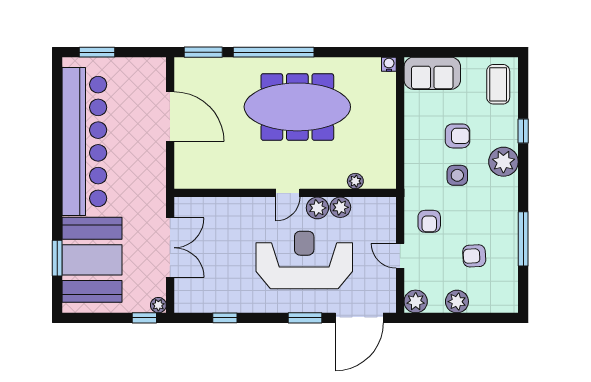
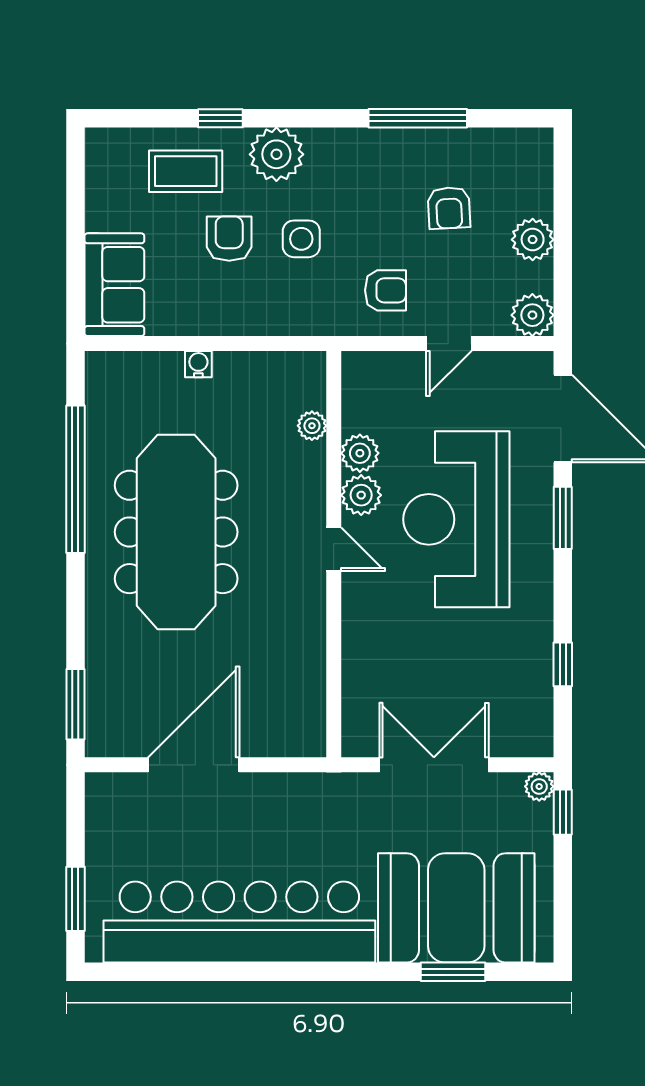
window: (274, 52) -> (75, 479), moved
water cooler: (389, 64) -> (198, 364), moved, turned 90
coffee table: (498, 84) -> (186, 171), moved

